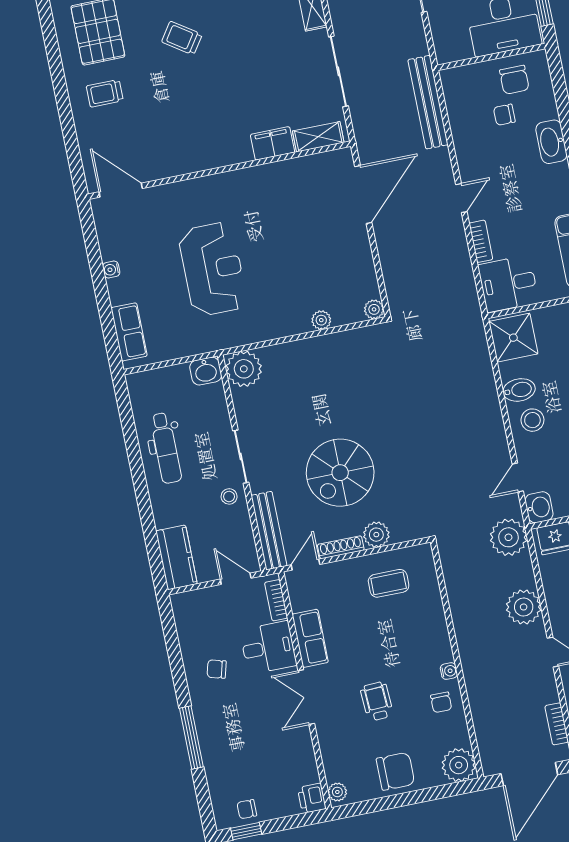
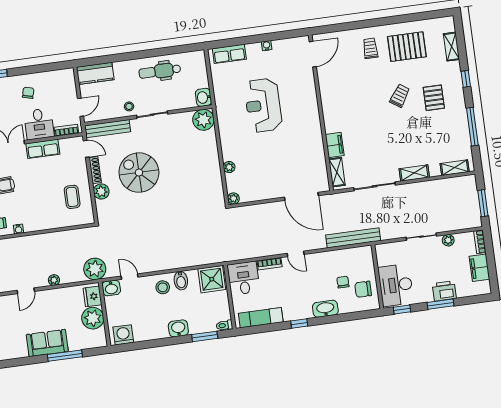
reception desk: (213, 269) -> (263, 105), turned 90
plant: (524, 607) -> (54, 280), width x0.53, depth x0.53

